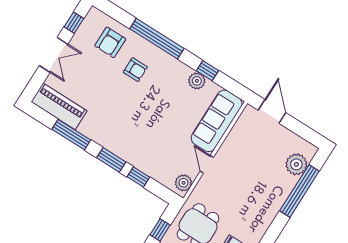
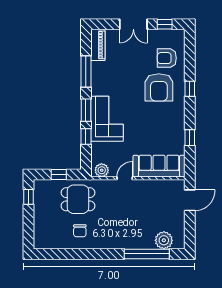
window: (157, 39) -> (190, 89), width x0.32
armchair: (135, 70) -> (159, 87), width x1.88, depth x1.88
plant: (197, 81) -> (178, 135), removed
piano: (59, 106) -> (98, 45), width x0.73, depth x0.75
corner sofa: (134, 144) -> (107, 119), added

